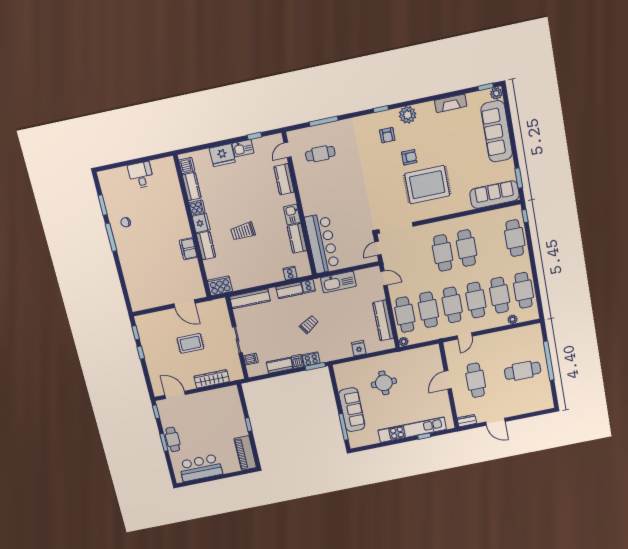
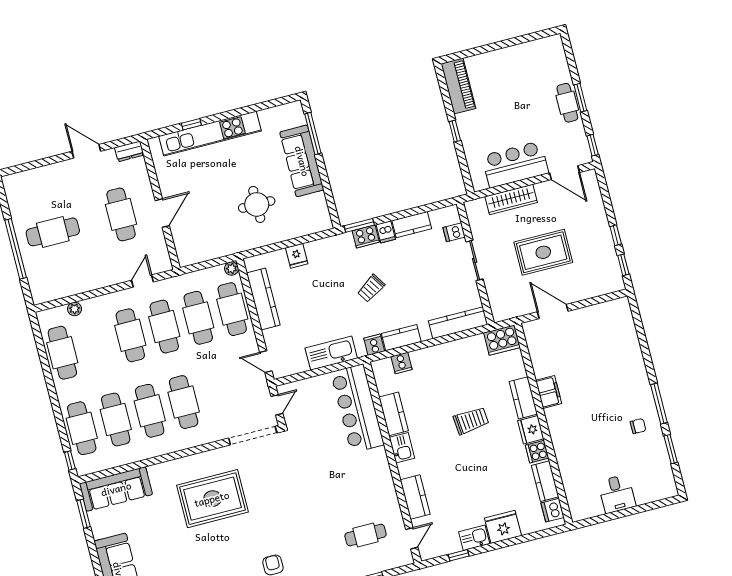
armchair: (409, 157) -> (240, 536), removed
cafe table: (500, 295) -> (116, 420), moved
rug: (190, 343) -> (543, 252), width x1.36, depth x1.43
bar counter: (201, 468) -> (515, 164), moved, turned 180

